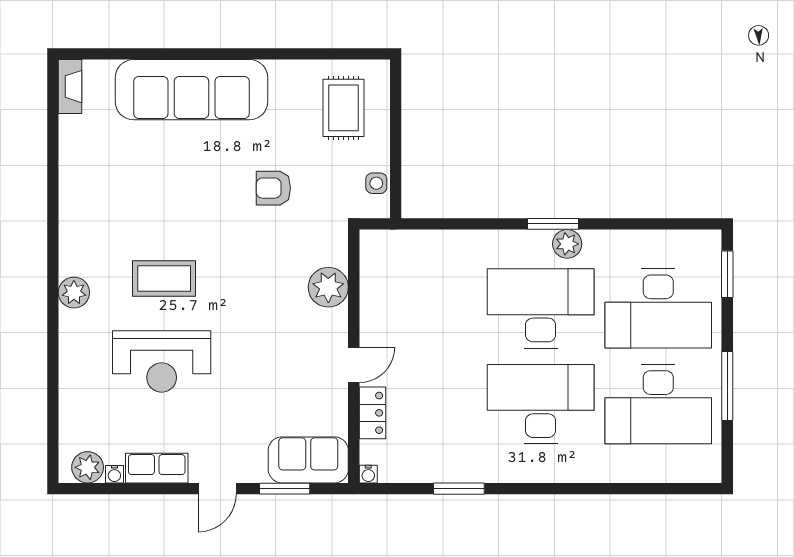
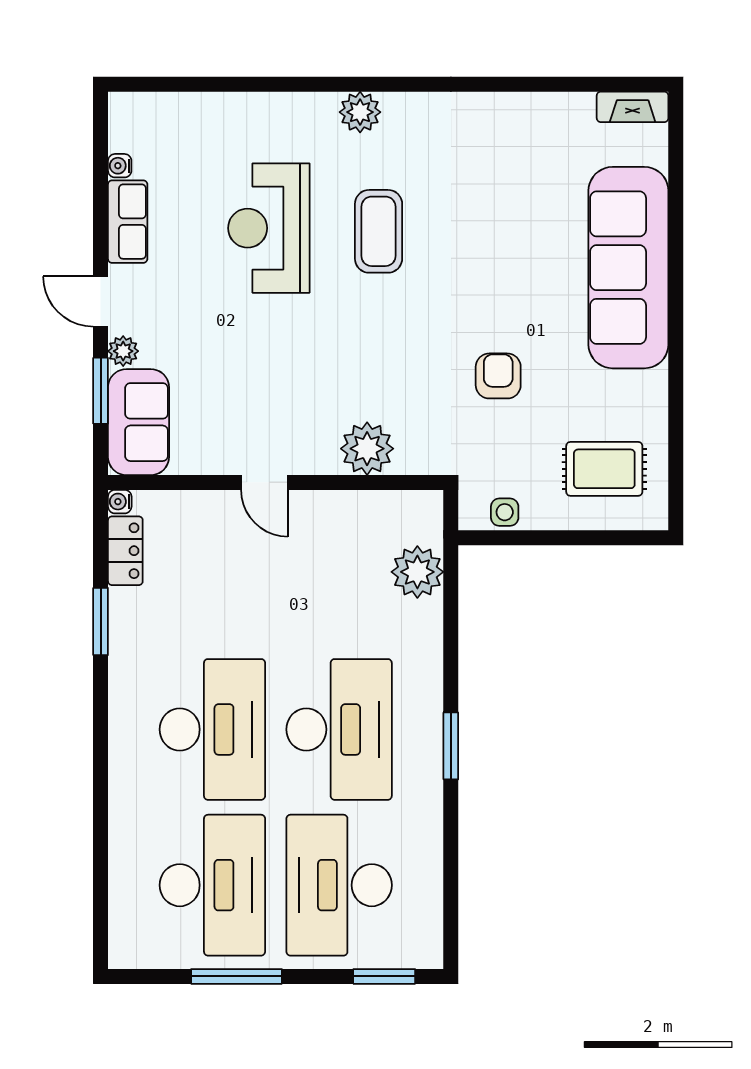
plant: (567, 244) -> (417, 572), moved, width x1.36, depth x1.36
desk: (658, 404) -> (212, 885), turned 180
locker: (373, 413) -> (125, 551), moved, turned -90
plant: (88, 467) -> (123, 351), moved, width x0.73, depth x0.73

